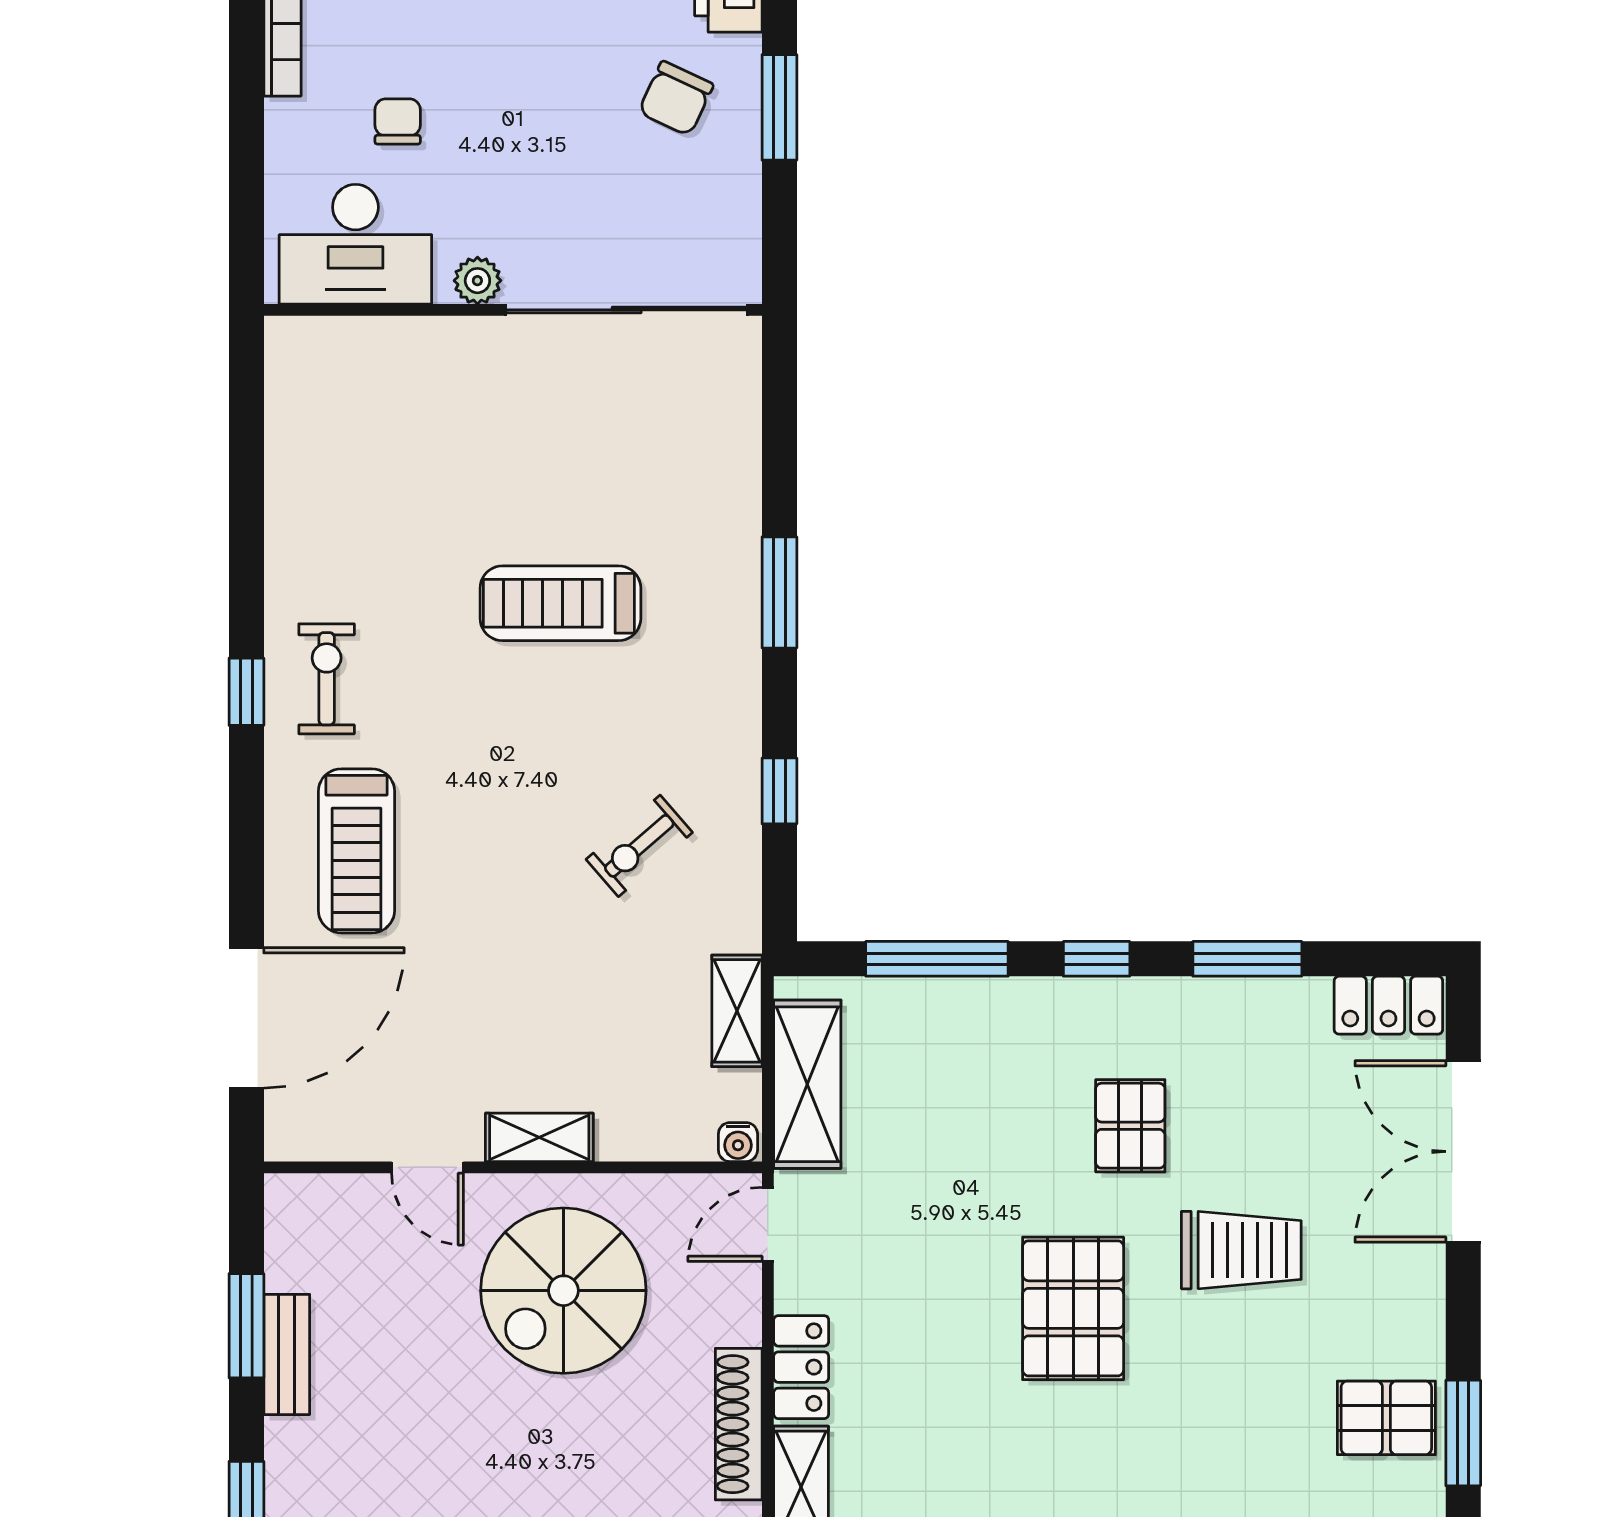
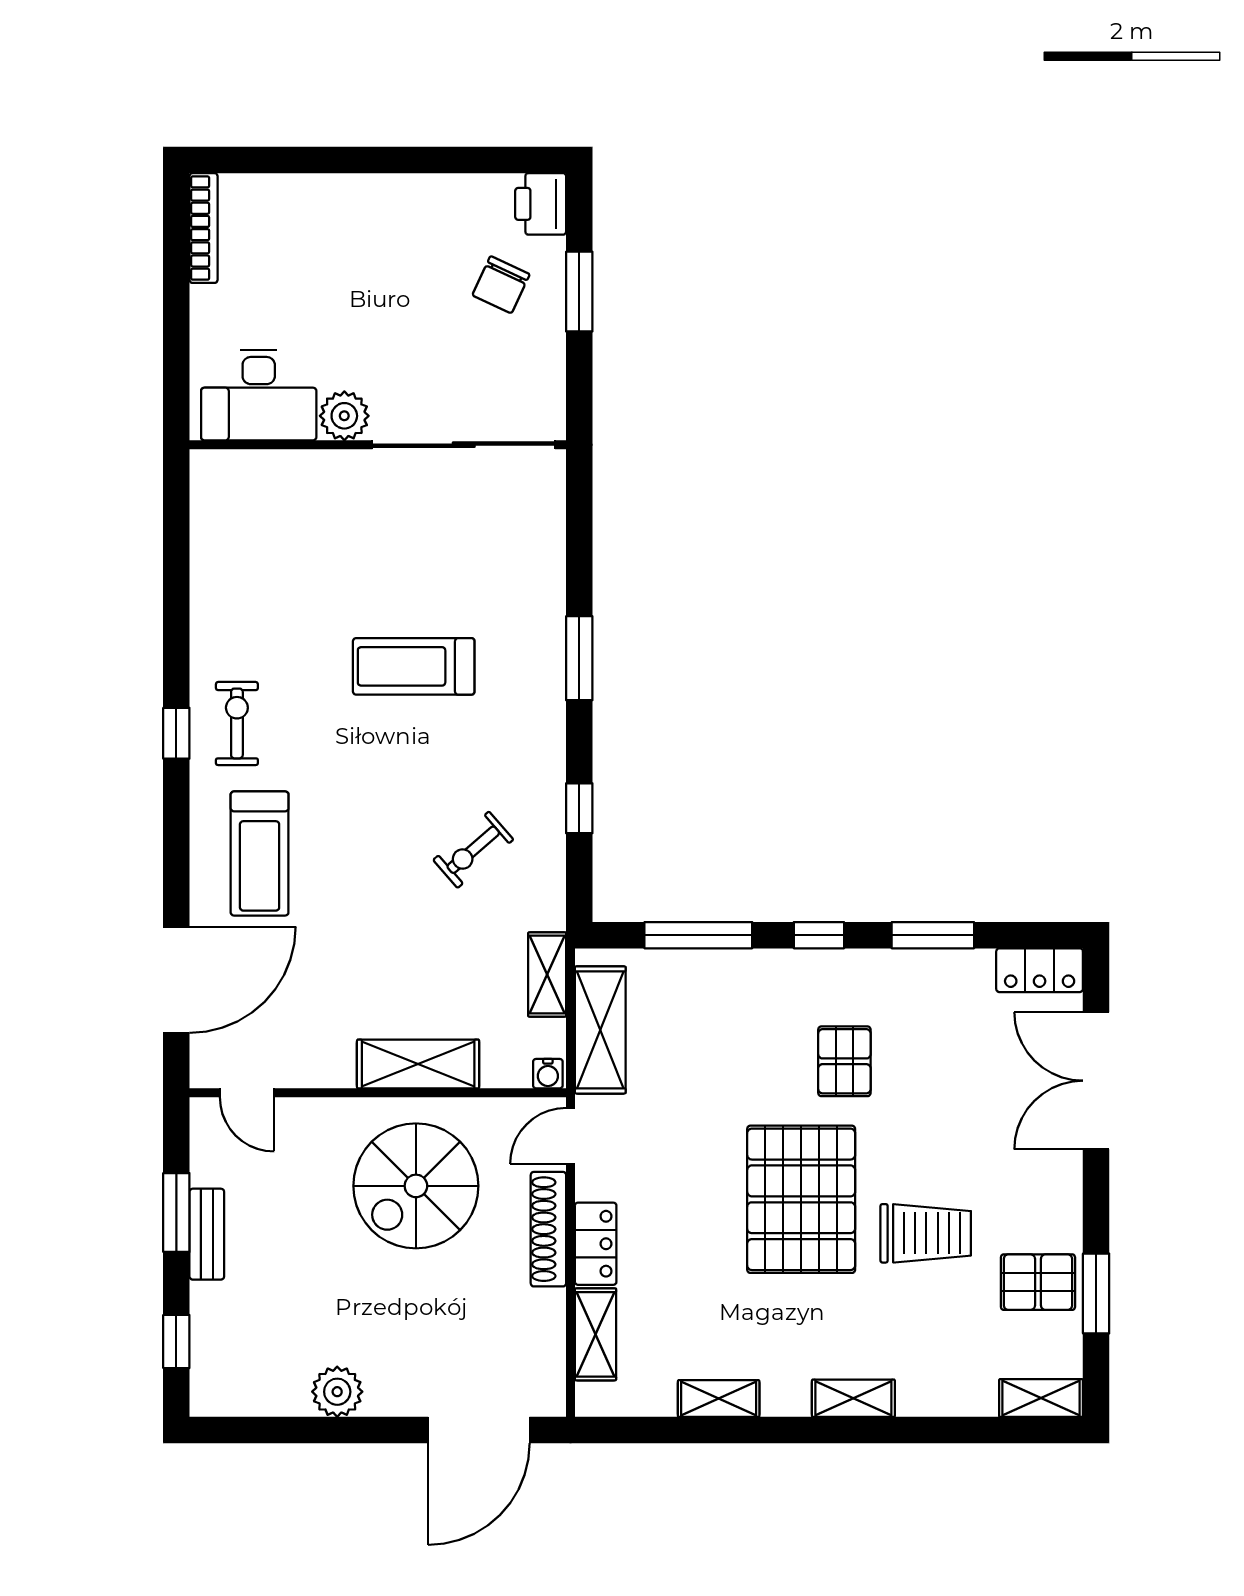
chair: (398, 122) -> (291, 302), removed
plant: (477, 281) -> (344, 416), width x1.38, depth x1.38
shelving: (539, 1137) -> (418, 1064), width x1.50, depth x1.33
door: (427, 1167) -> (247, 1093), moved
trolley: (1241, 1250) -> (926, 1233), moved
pallet: (1073, 1308) -> (801, 1199), width x1.37, depth x1.41
shoe rack: (739, 1424) -> (548, 1229), moved

